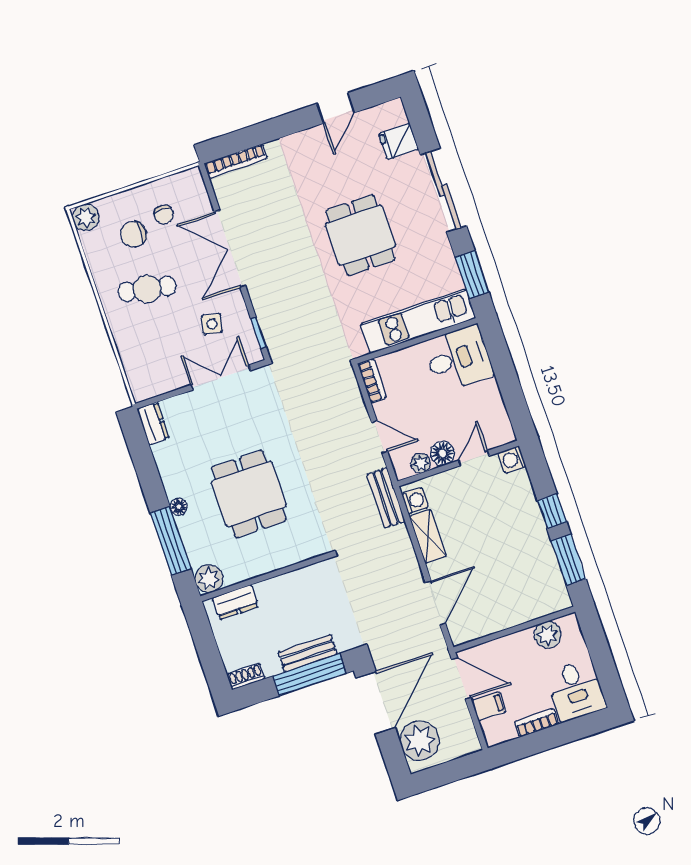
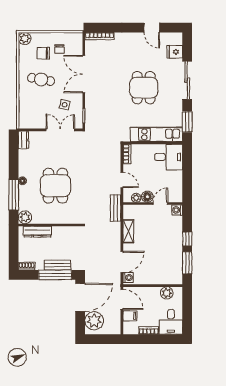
door: (336, 108) -> (152, 28), hinge flipped
washing machine: (415, 501) -> (128, 278), moved
dresser: (235, 602) -> (37, 232), width x1.44

